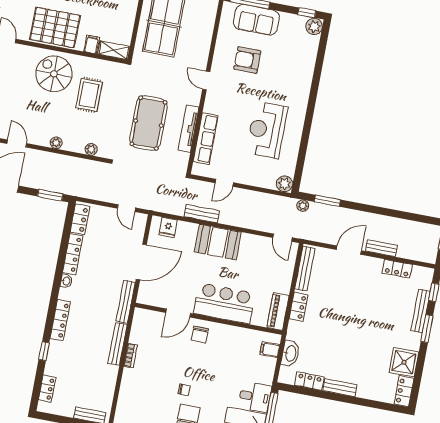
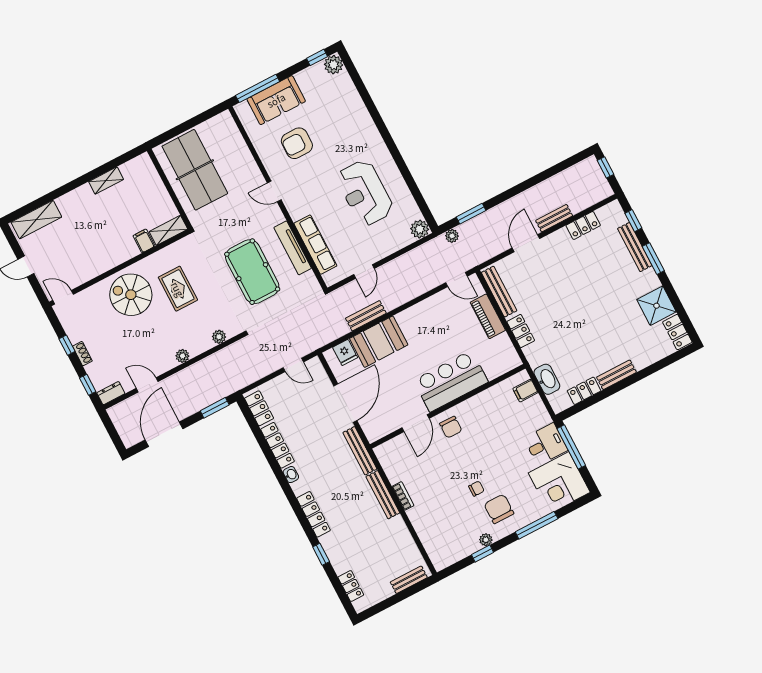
pallet: (55, 27) -> (98, 252), removed
booth: (218, 242) -> (379, 342), moved
piano: (278, 311) -> (488, 316), moved

